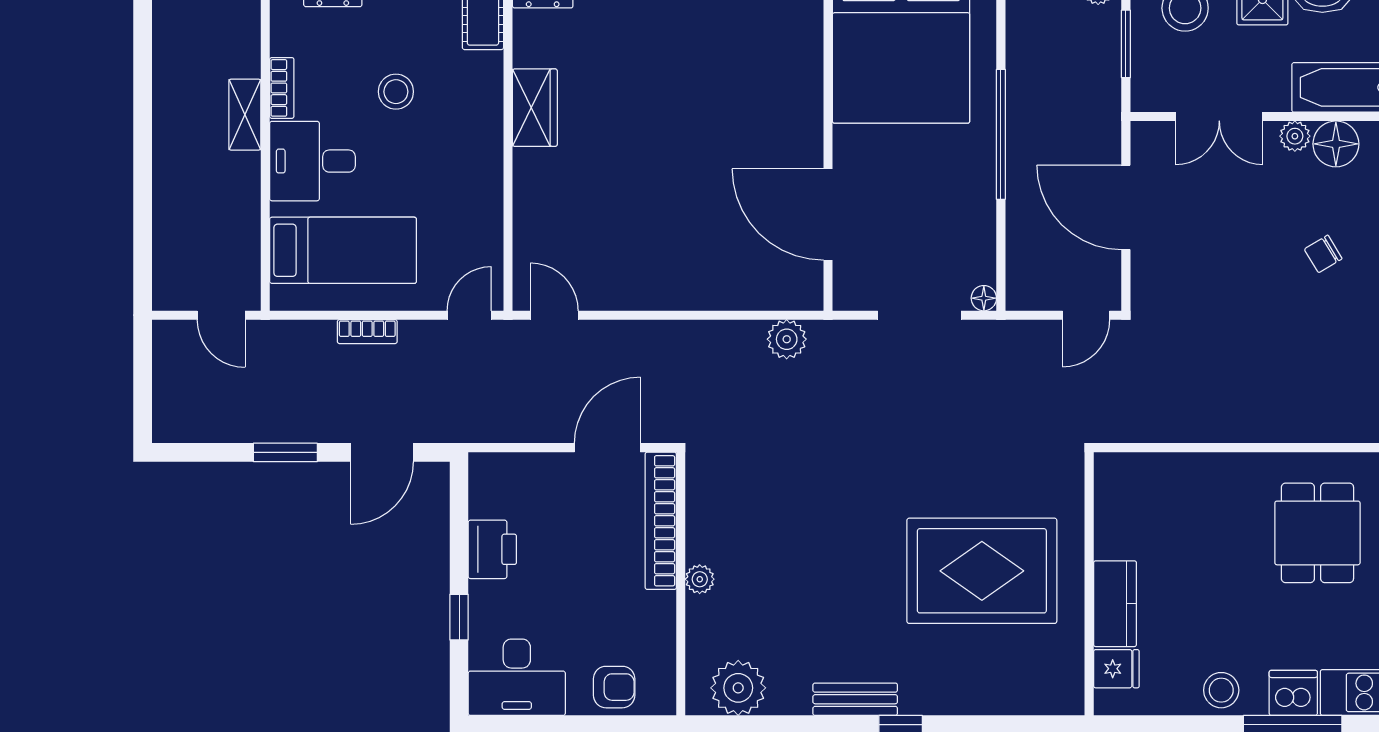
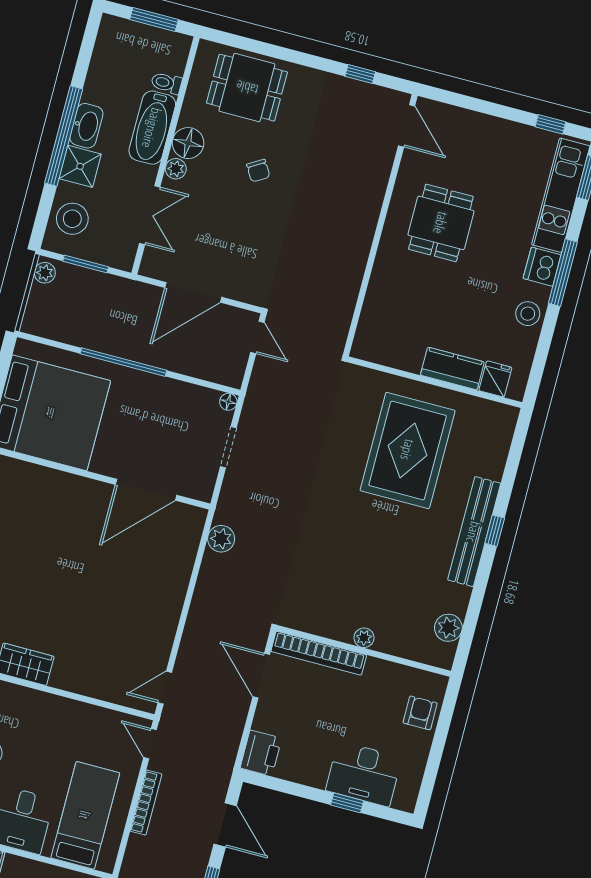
doorway: (919, 315) -> (228, 447), width x0.73
bookcase: (367, 332) -> (146, 803), width x1.56
dining table: (1317, 533) -> (441, 223), turned 90
printer: (492, 549) -> (261, 753), moved, turned 90
desk: (517, 677) -> (364, 774), moved, turned 90
plant: (738, 688) -> (448, 628), width x0.73, depth x0.73
bench: (855, 699) -> (474, 532), width x1.86, depth x1.21

